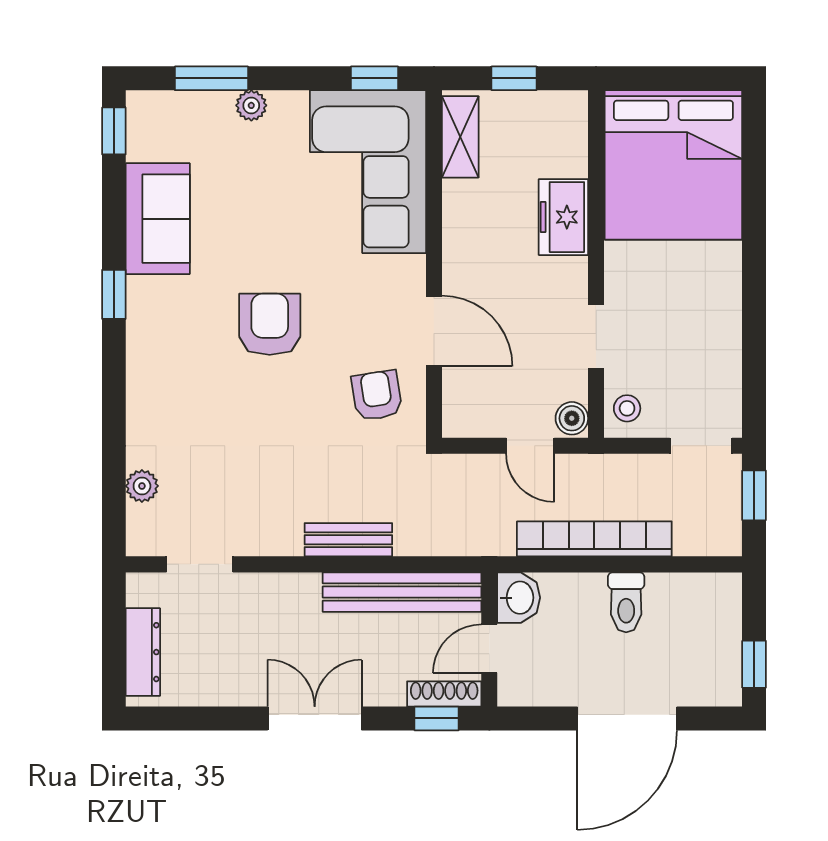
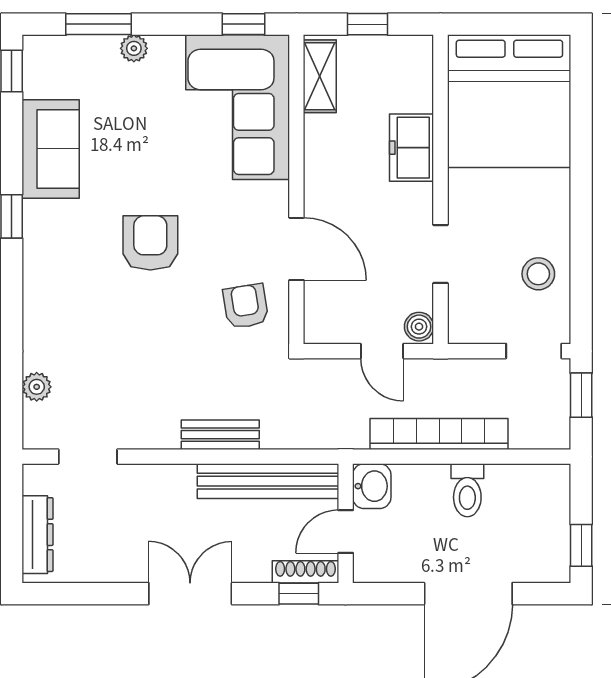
stool: (627, 408) -> (538, 274), moved, width x1.37, depth x1.37

